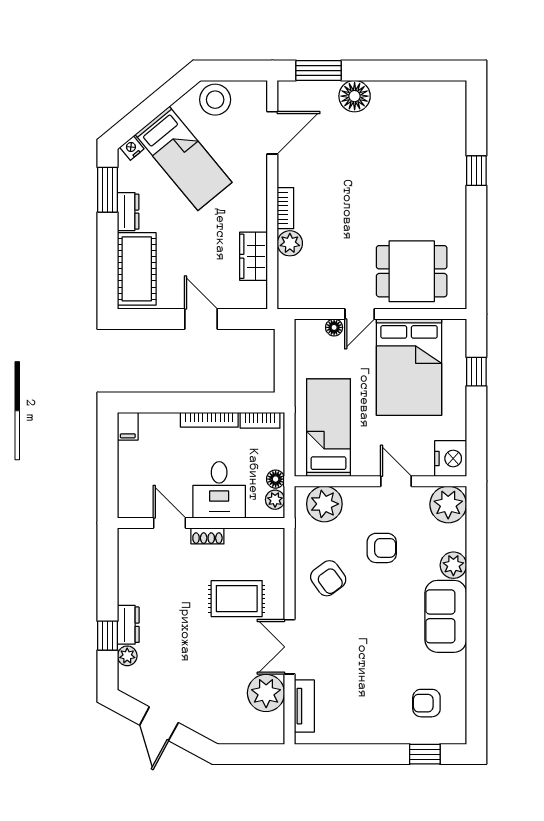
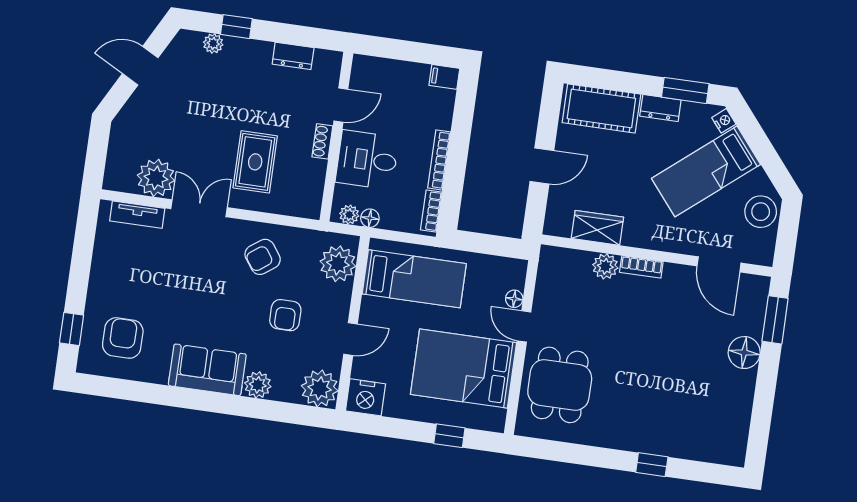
dresser: (128, 625) -> (293, 56), moved
armchair: (426, 703) -> (123, 338), width x1.38, depth x1.38

